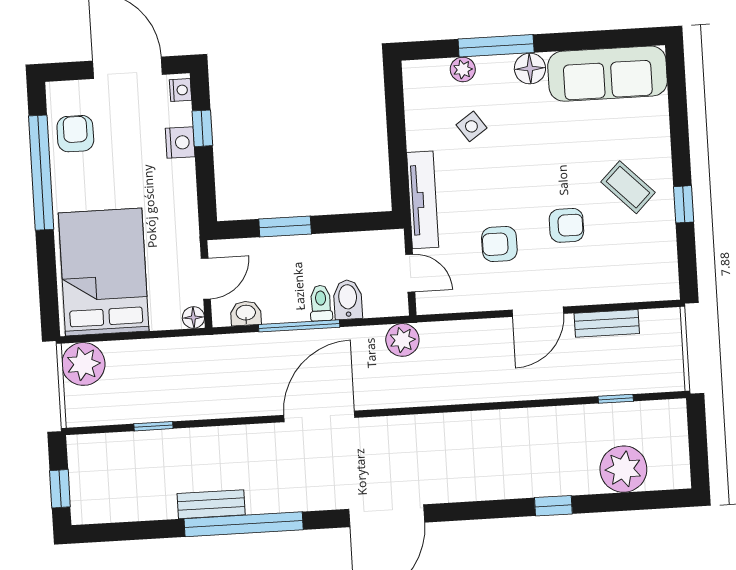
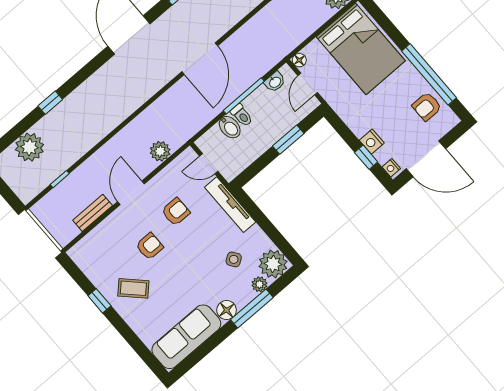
plant: (426, 82) -> (273, 264), added
armchair: (75, 134) -> (427, 107), turned 90
armchair: (566, 225) -> (149, 246), turned 180
plant: (402, 340) -> (160, 151), moved

